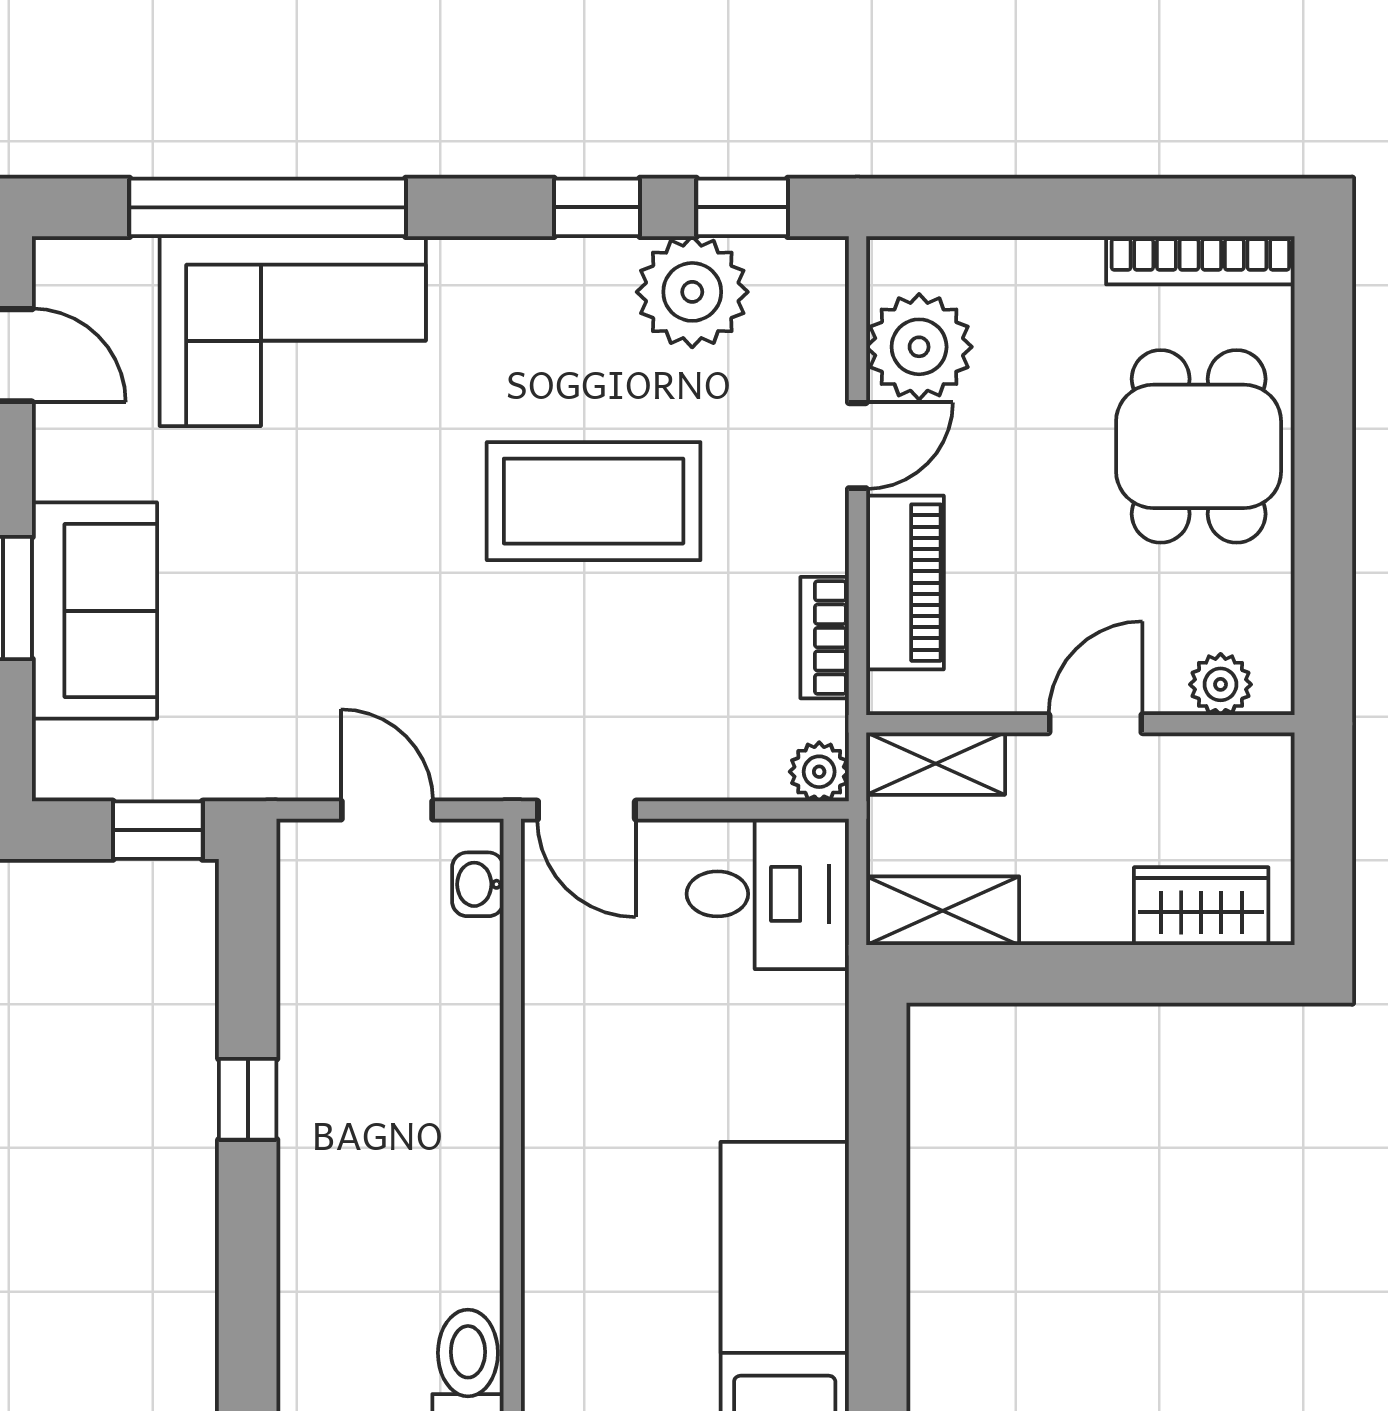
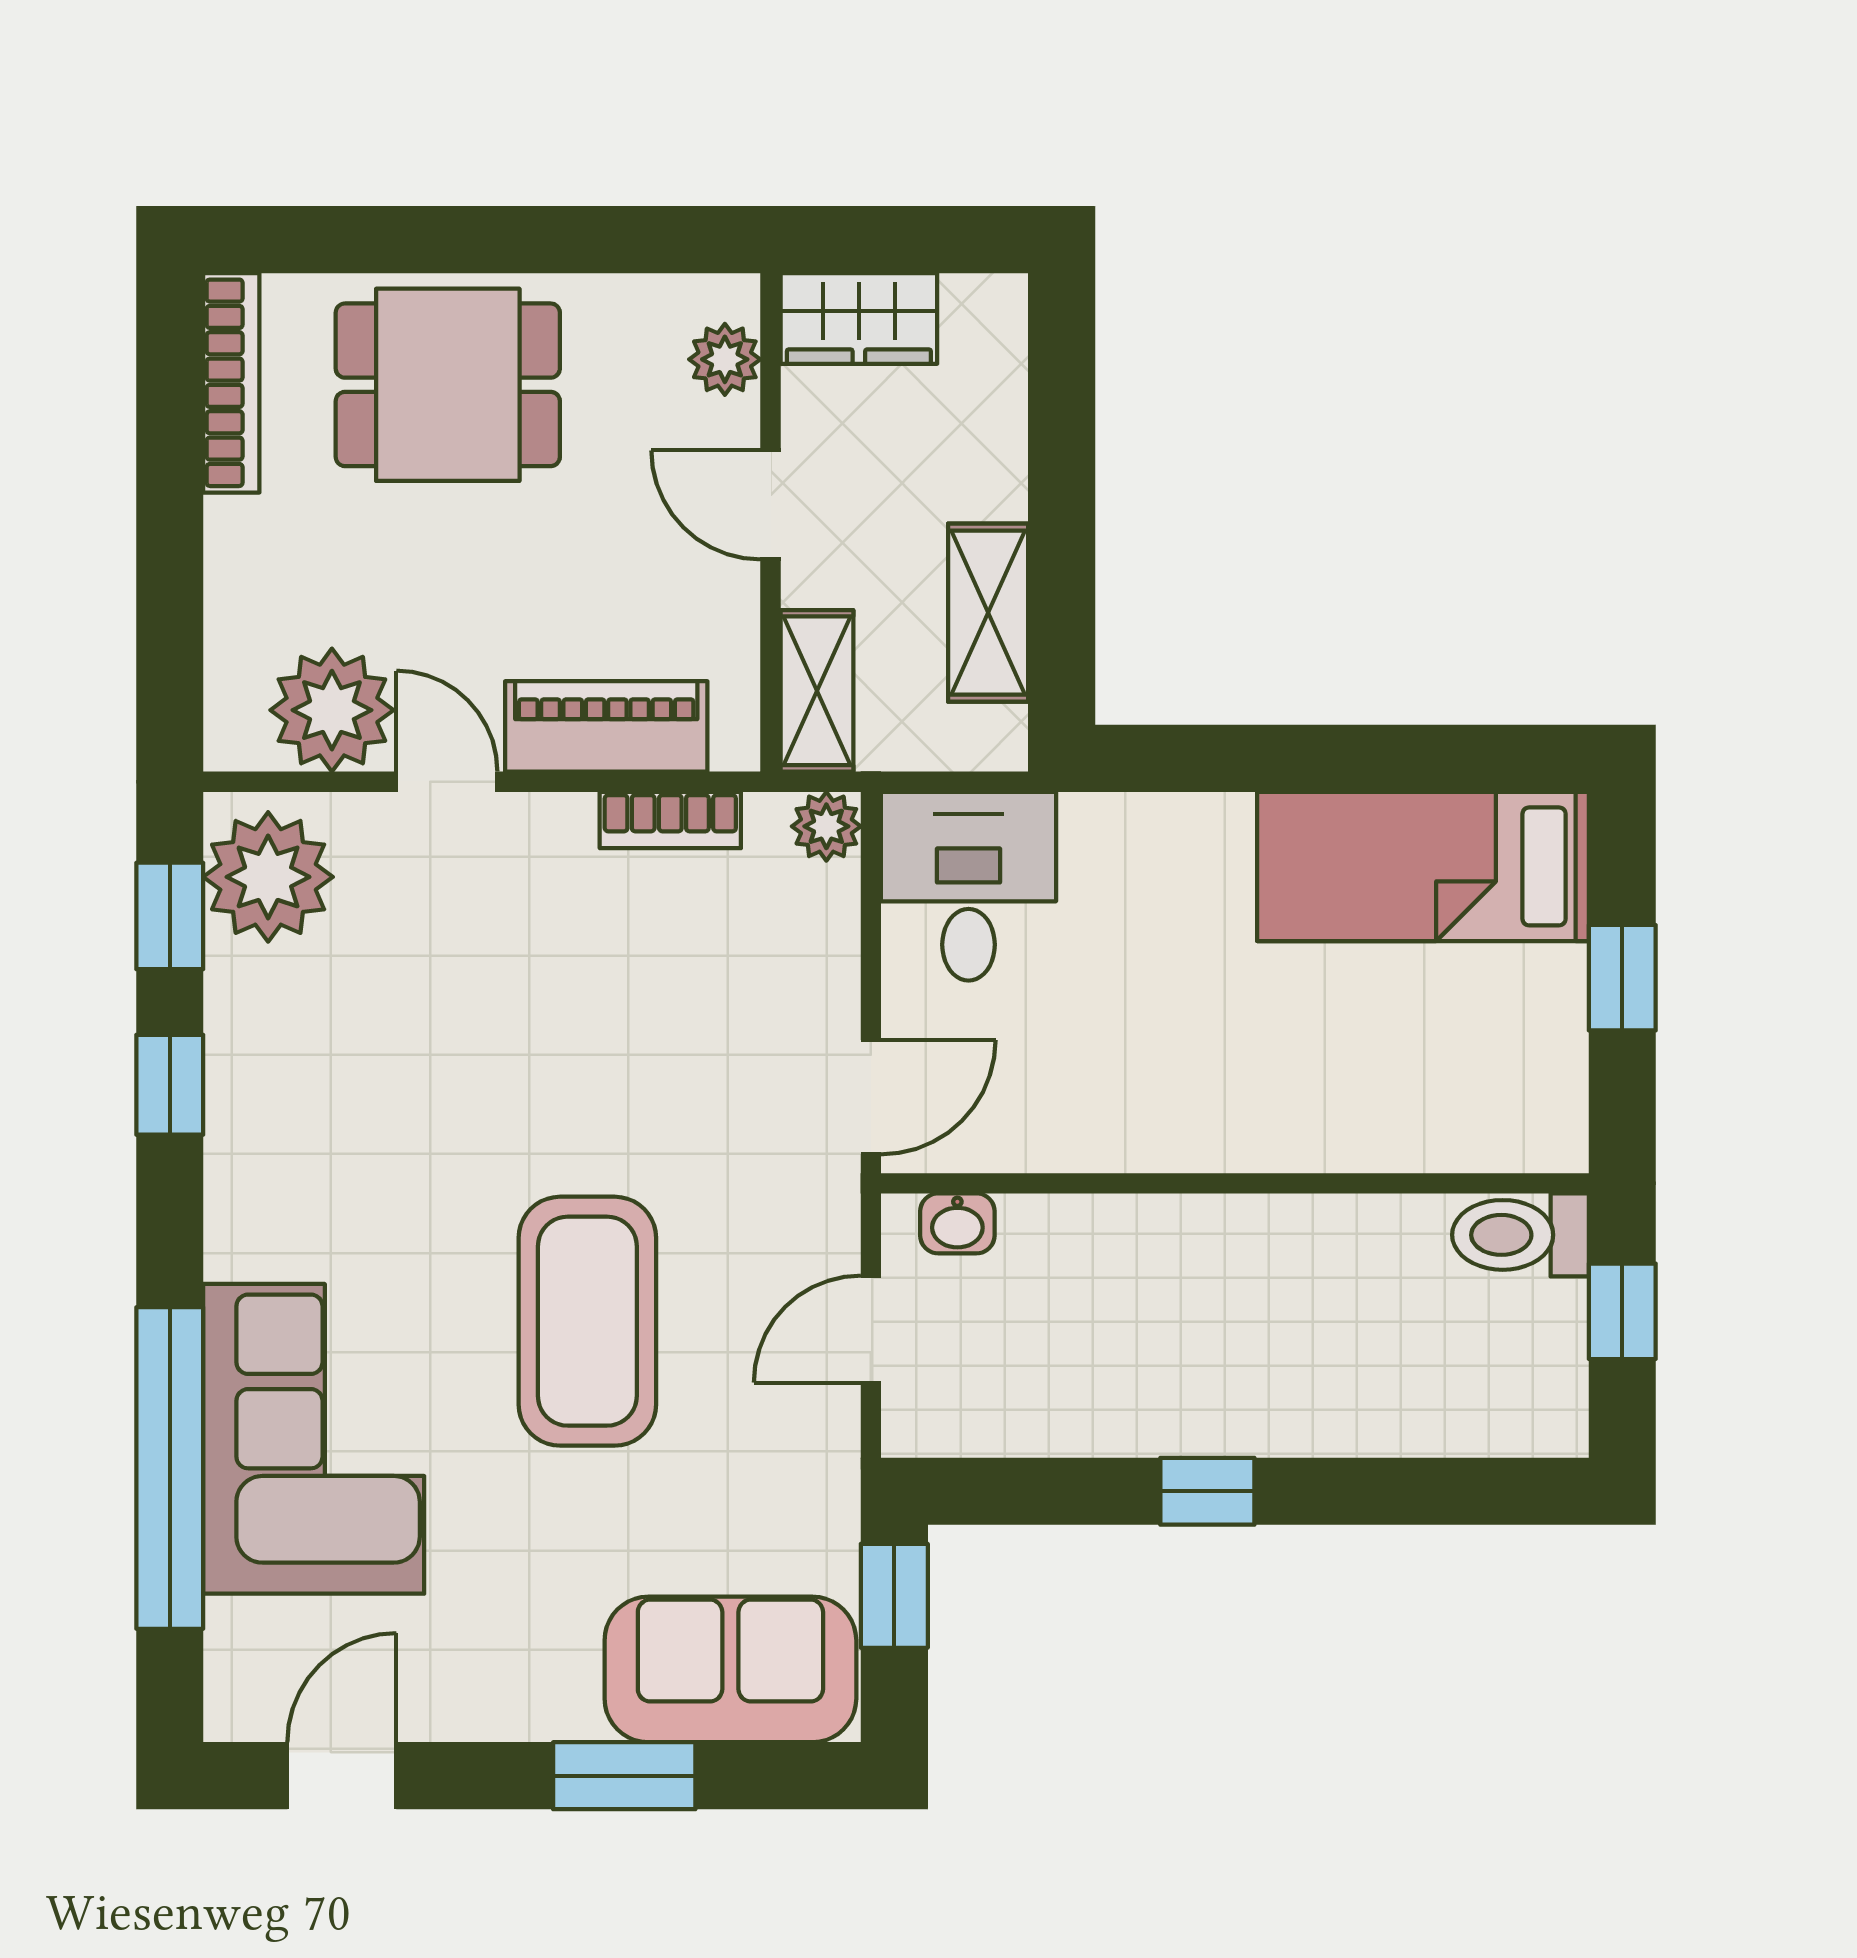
plant: (692, 292) -> (268, 877), moved
coffee table: (594, 501) -> (587, 1321), moved
sofa: (94, 611) -> (730, 1669), moved
wardrobe: (1201, 906) -> (859, 318), moved, turned -90
shelving: (943, 911) -> (988, 613), moved

